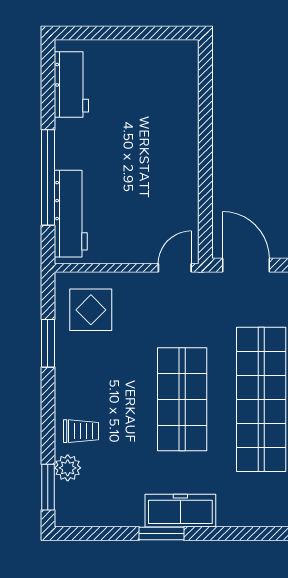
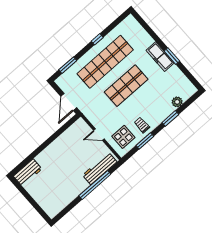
workbench: (71, 85) -> (28, 173), moved, turned 180
door: (175, 268) -> (99, 135), moved
trolley: (81, 431) -> (142, 125), moved
window: (48, 487) -> (170, 118), moved

